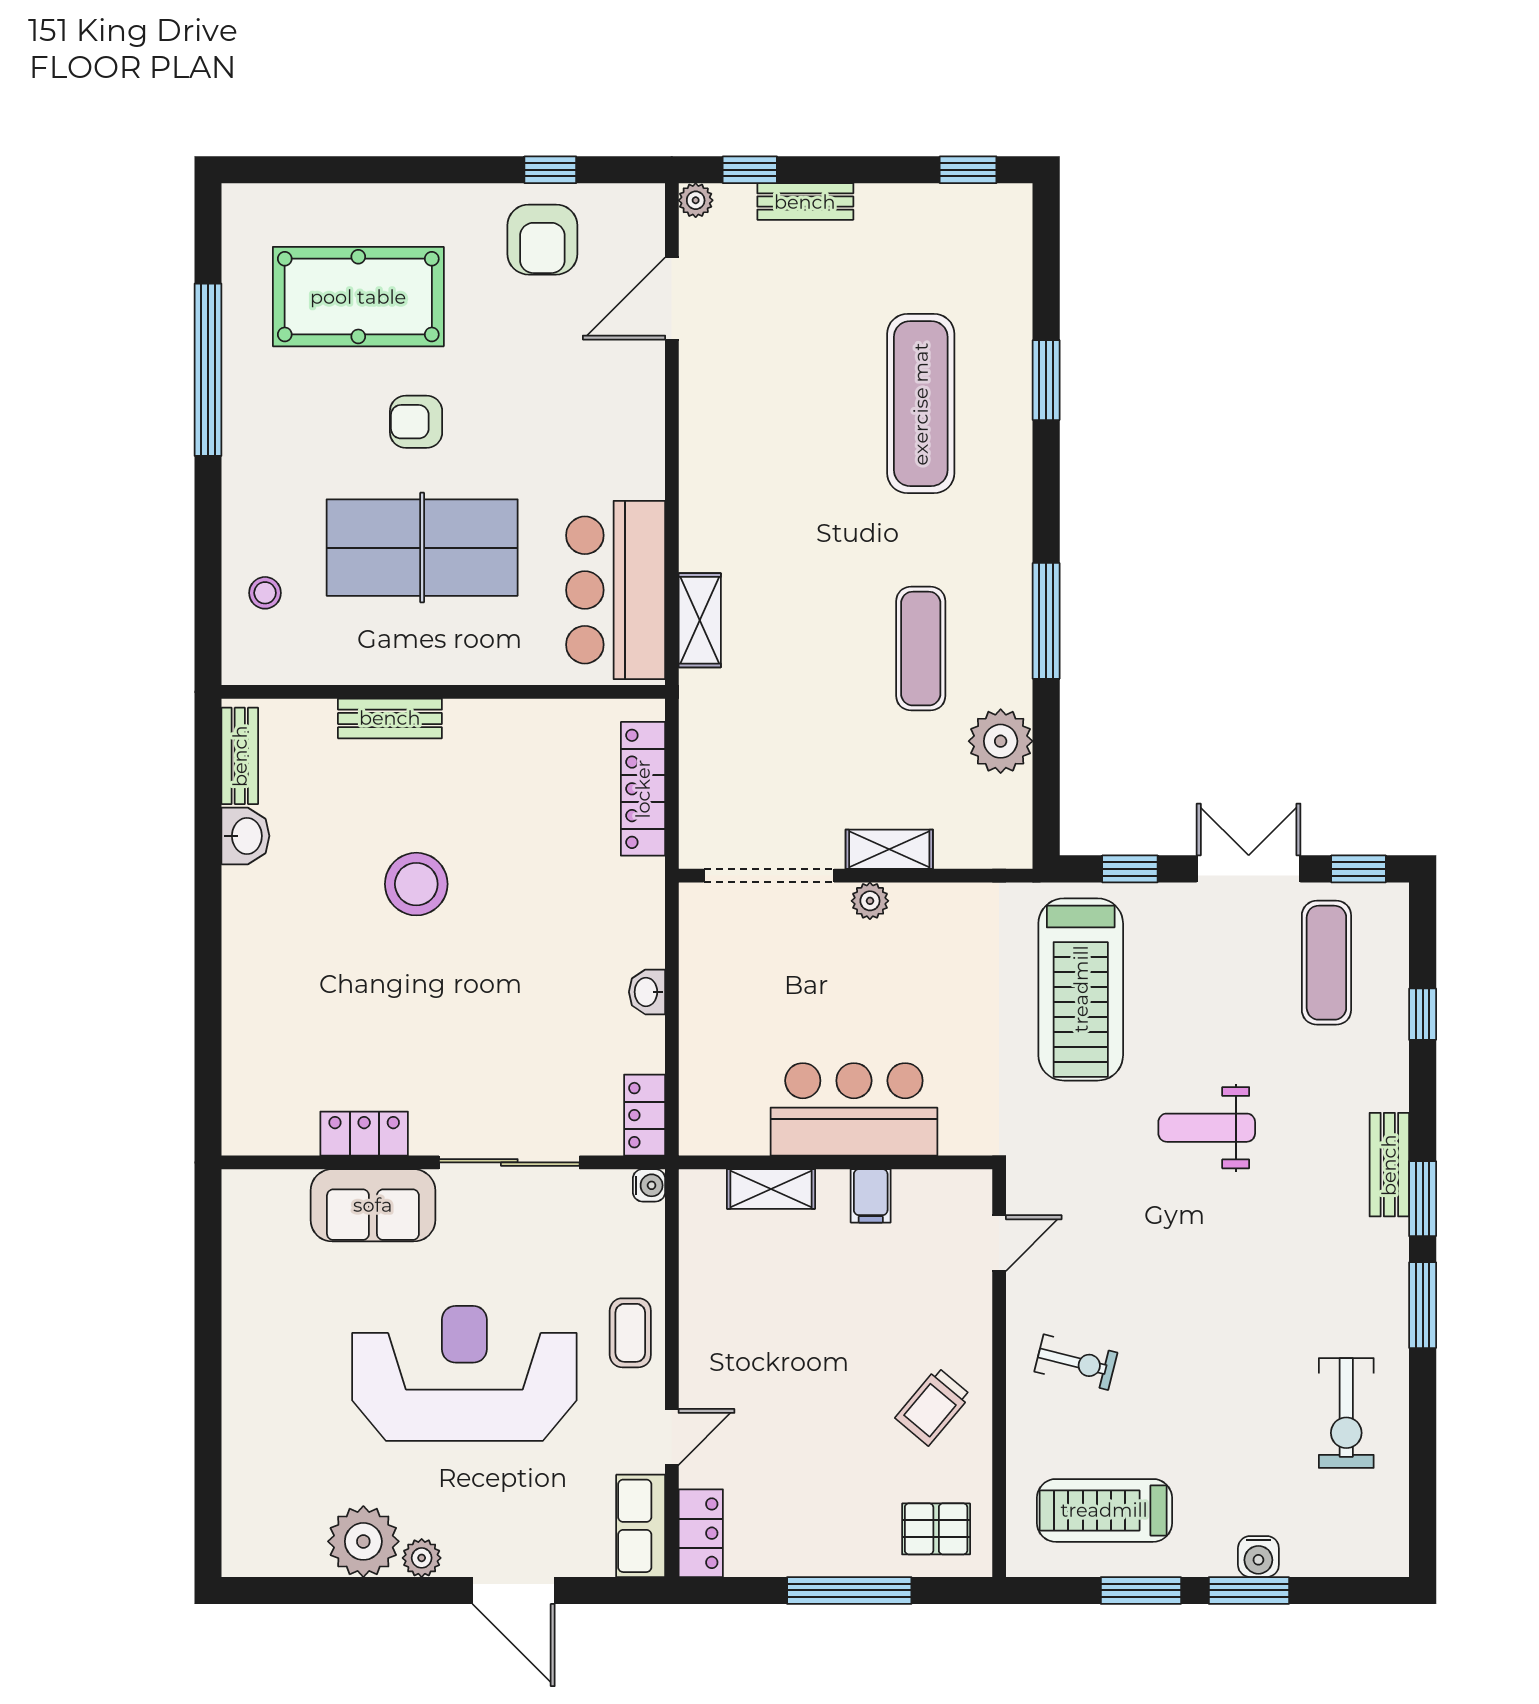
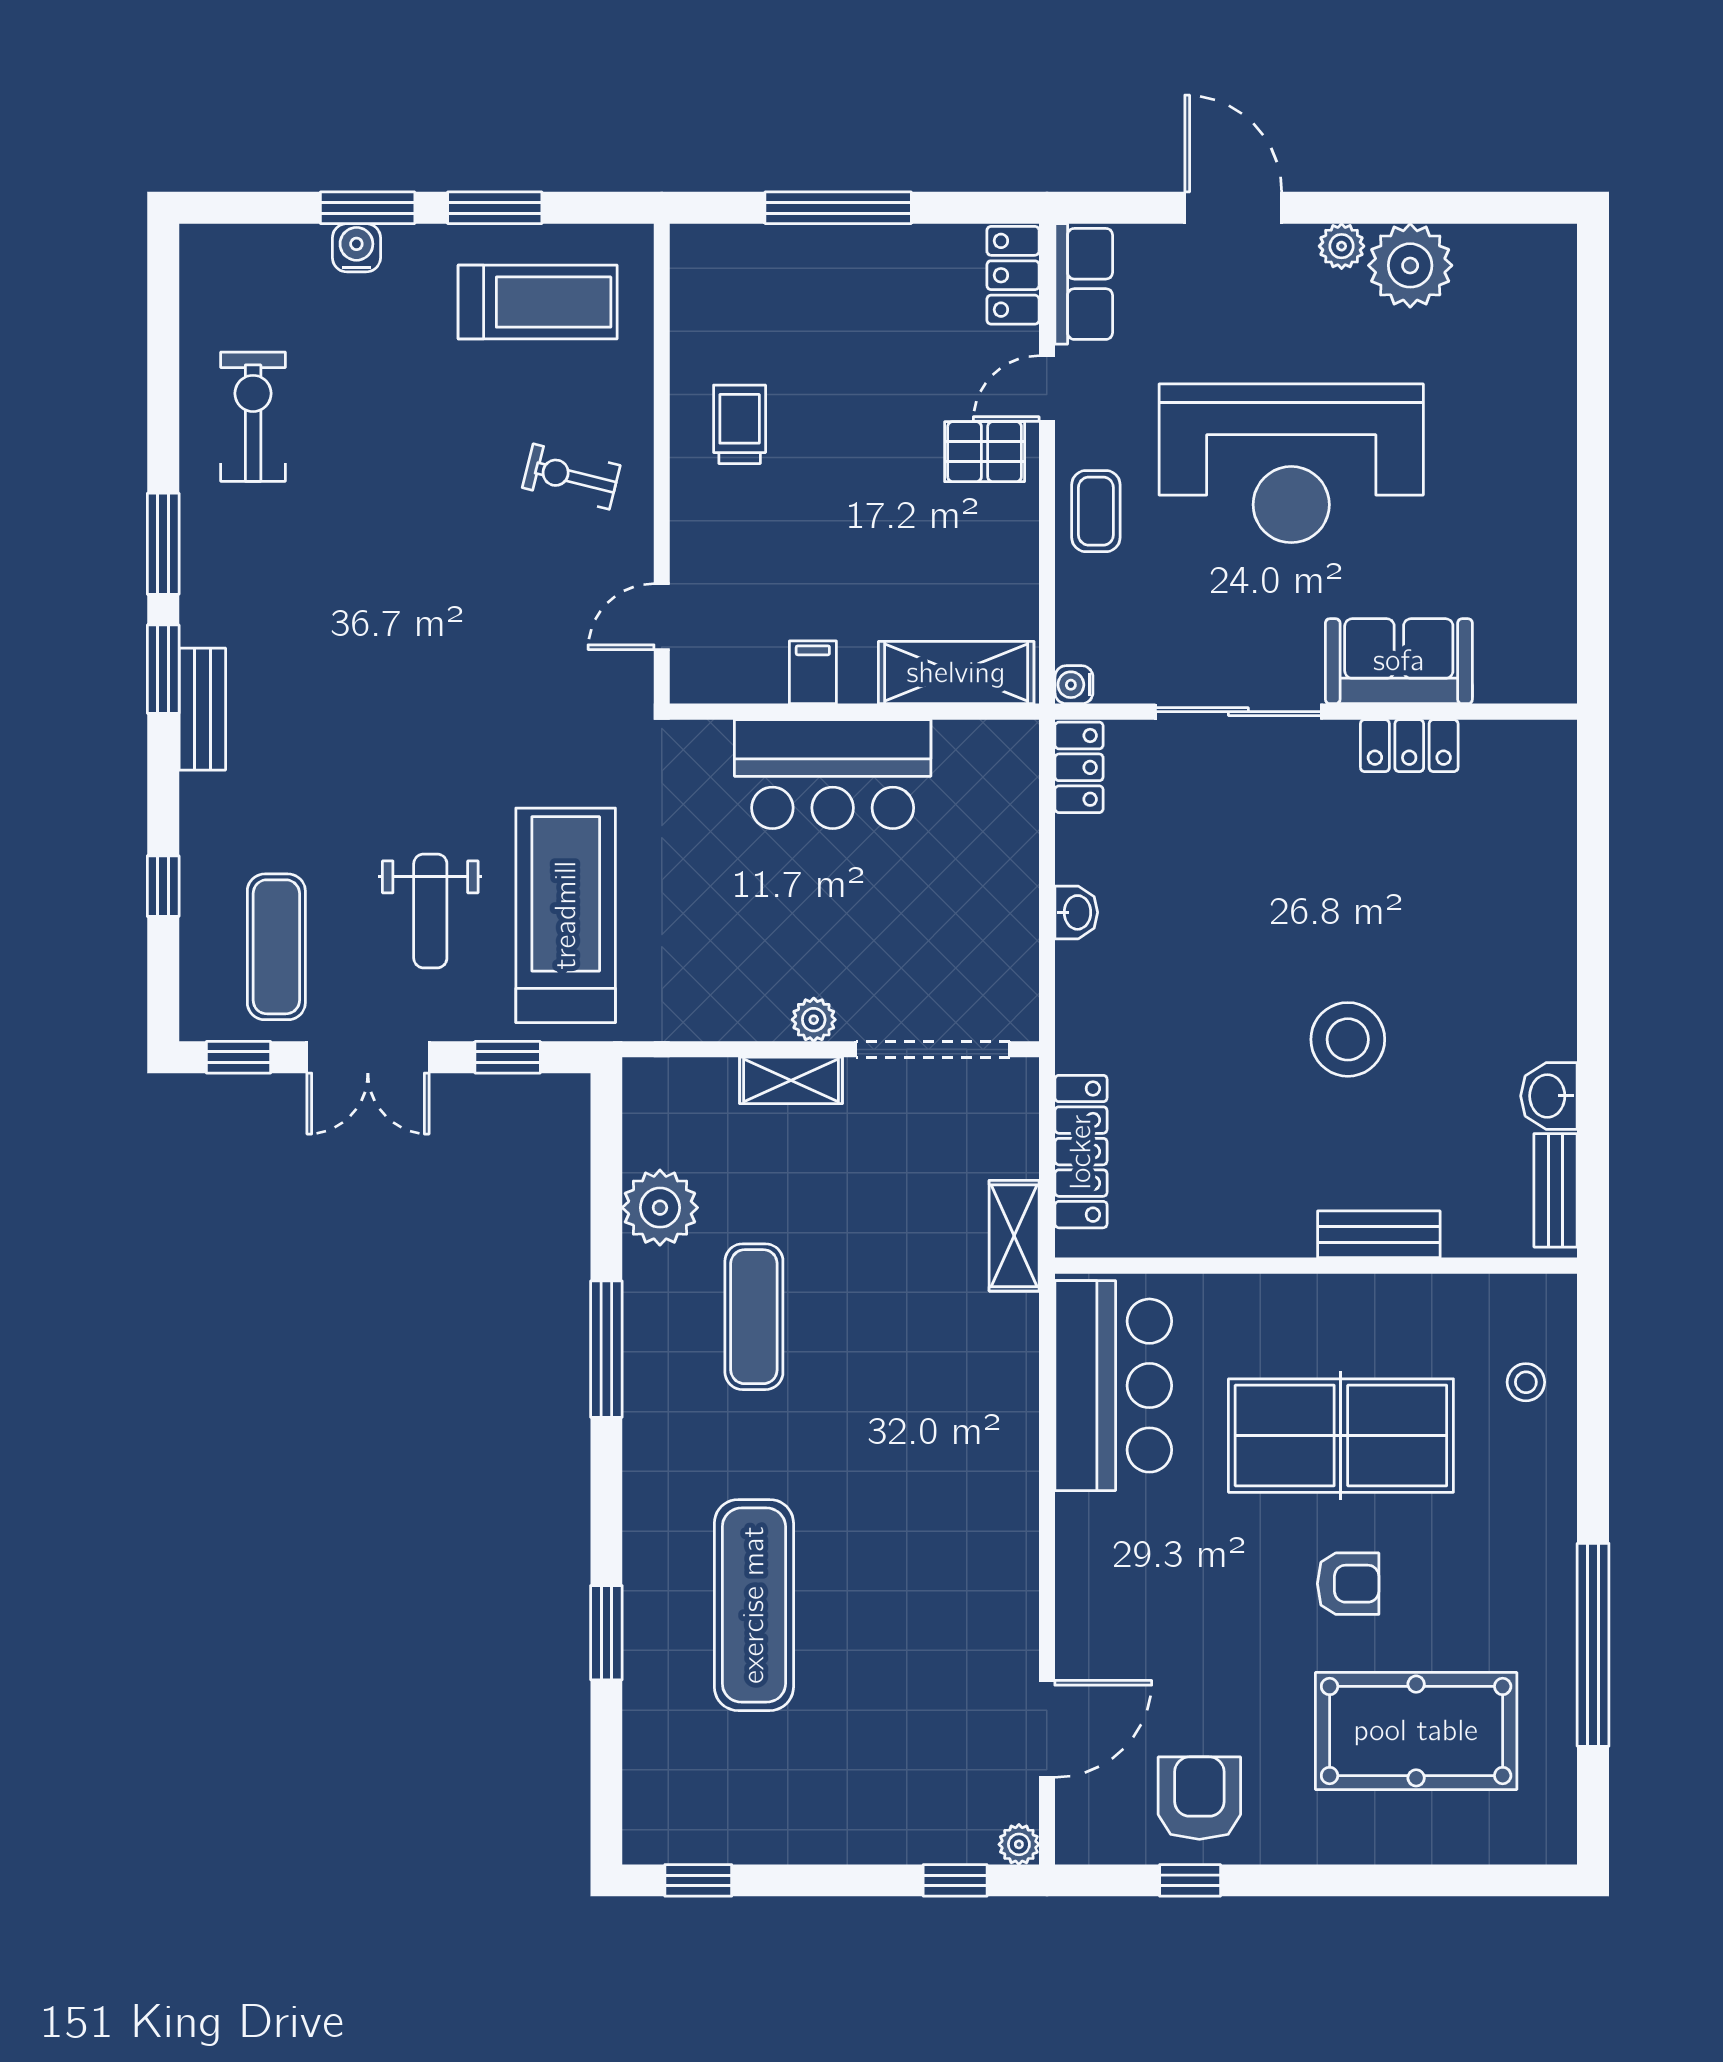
bench: (805, 202) -> (890, 1843), removed
shelving: (700, 620) -> (1014, 1236), moved
weight bench: (1207, 1128) -> (430, 911), moved, turned 90
shelving: (771, 1189) -> (956, 673), width x1.50, depth x1.33
trolley: (933, 1407) -> (740, 424), turned -40
pallet: (936, 1529) -> (985, 452), moved

